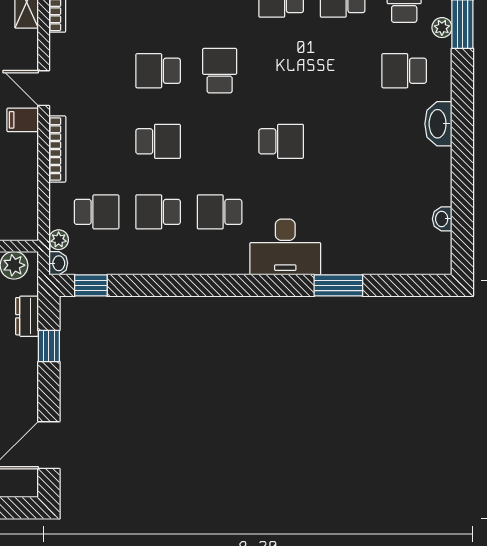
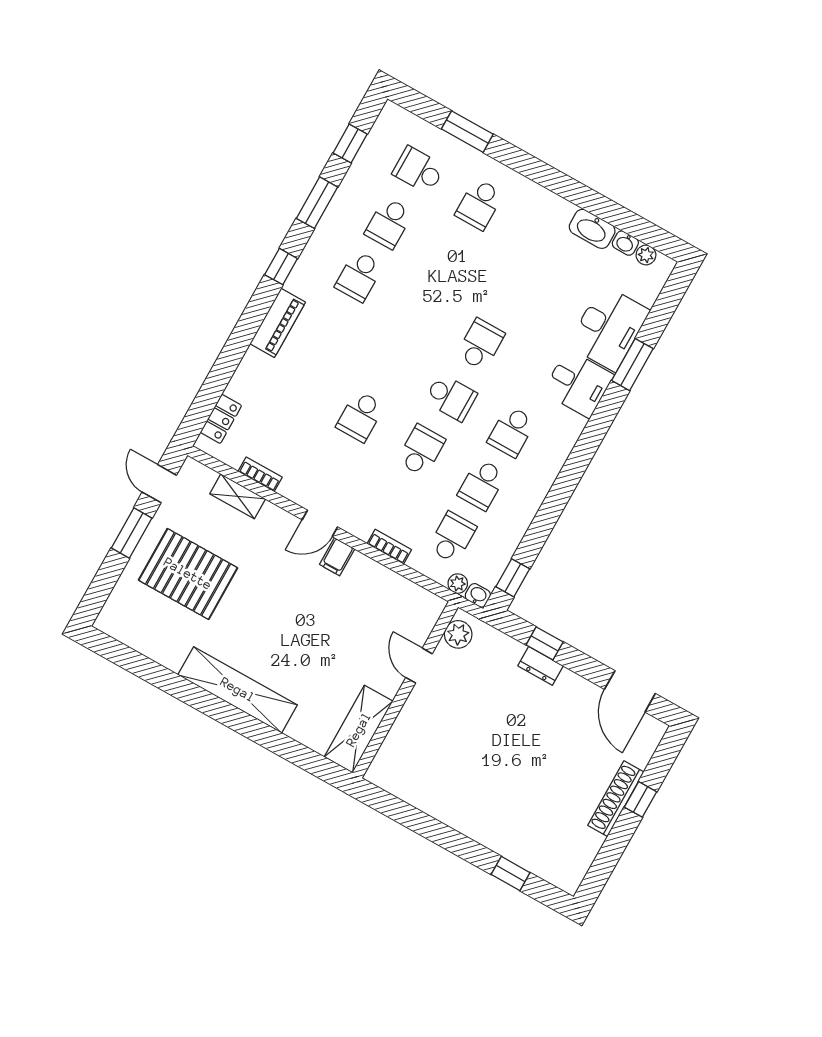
plant: (442, 28) -> (646, 255), moved
school desk: (220, 71) -> (451, 397), moved, turned 180
washbasin: (438, 124) -> (592, 229), moved
bookcase: (57, 149) -> (389, 547), width x0.64
desk: (359, 246) -> (609, 328), added
desk: (285, 247) -> (578, 384), width x0.73
dresser: (27, 316) -> (541, 666), moved

